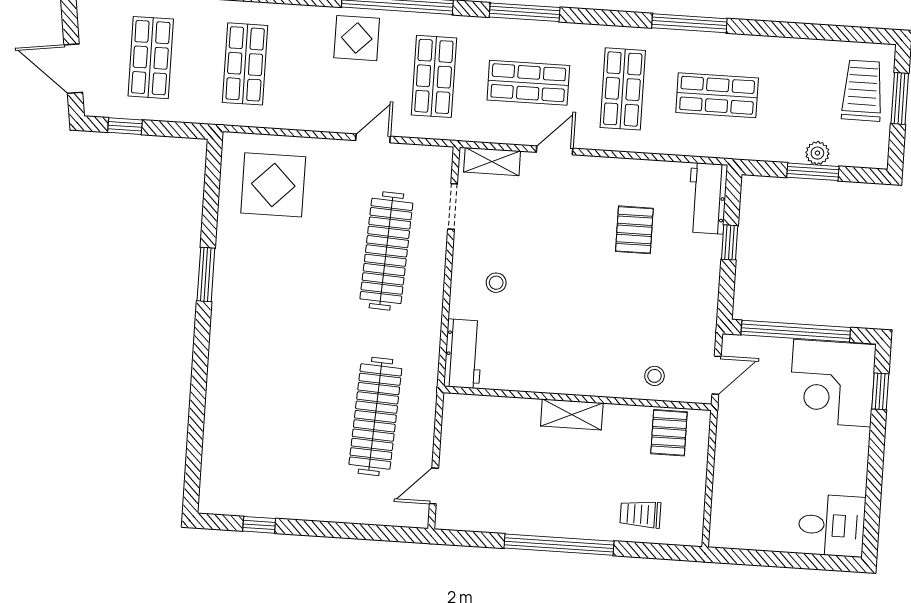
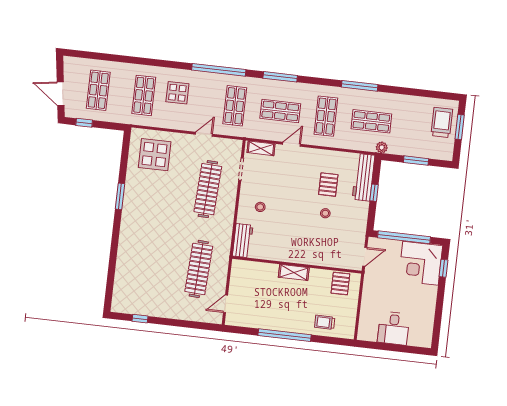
display table: (357, 38) -> (177, 93), moved
plant: (817, 153) -> (382, 147), moved
workbench: (707, 198) -> (364, 177), width x1.38
stool: (654, 376) -> (325, 213), moved
desk: (832, 525) -> (393, 328), moved, turned 90

